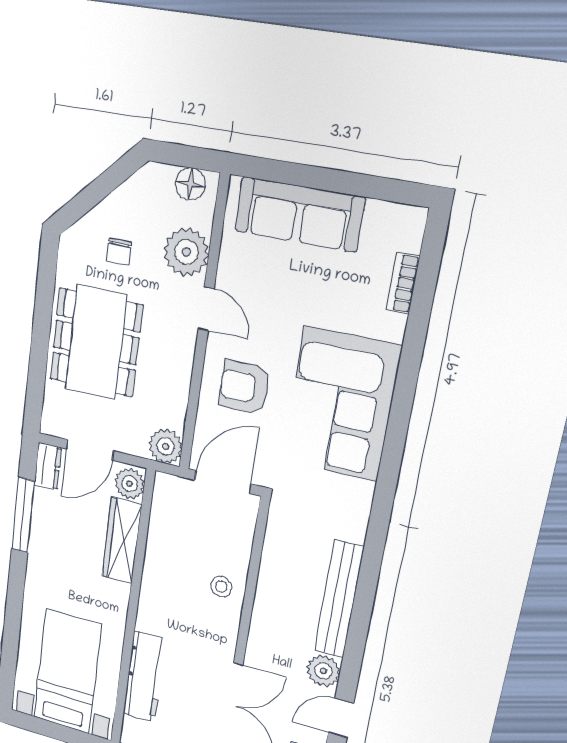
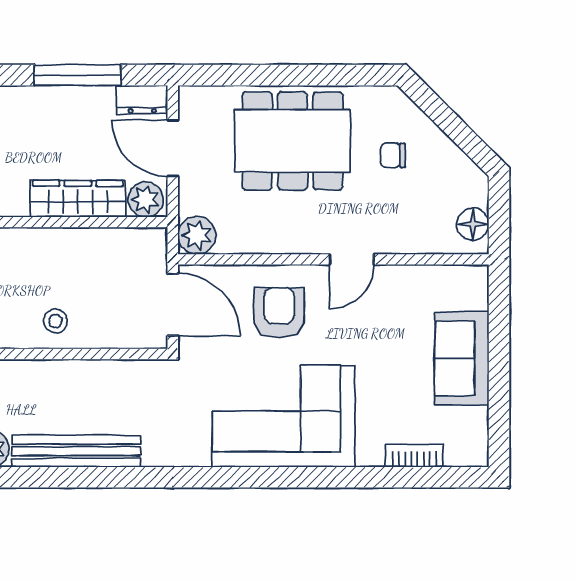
sofa: (299, 214) -> (462, 358), width x0.73
plant: (186, 252) -> (405, 230), removed

